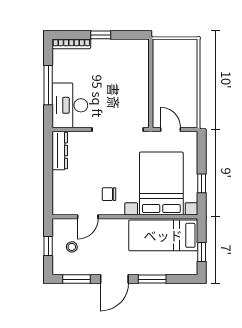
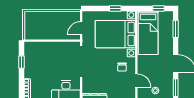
window: (101, 35) -> (22, 62), moved
window: (152, 279) -> (176, 29), moved

